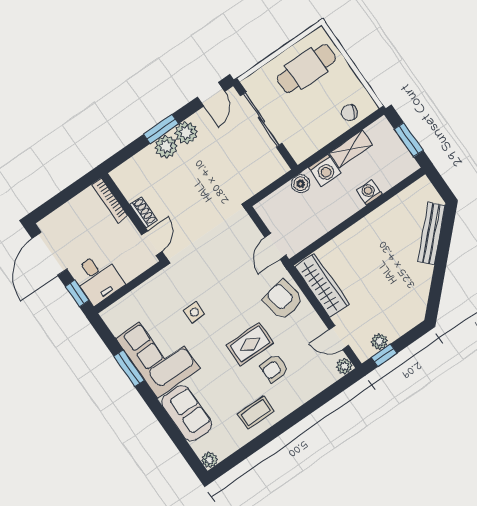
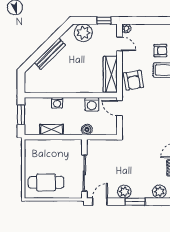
chair: (349, 113) -> (40, 147), removed
plant: (166, 147) -> (159, 192), moved
washing machine: (325, 170) -> (92, 104), moved, turned 180
bench: (431, 234) -> (50, 54), moved
door: (275, 246) -> (119, 108), swing flipped
plant: (379, 341) -> (83, 33), moved, width x1.88, depth x1.88

